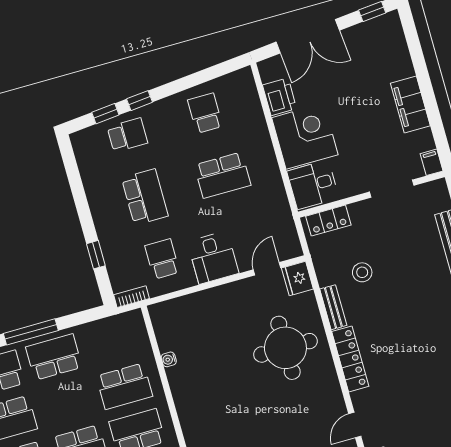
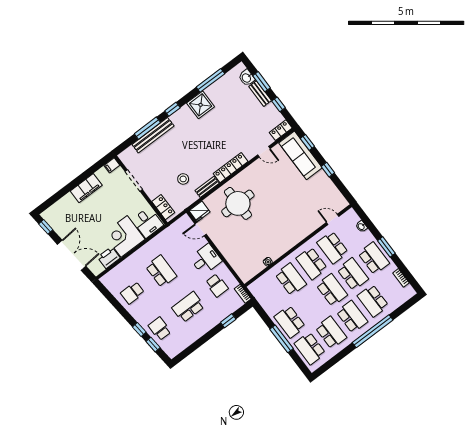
school desk: (162, 259) -> (217, 285), turned -90

